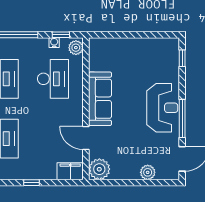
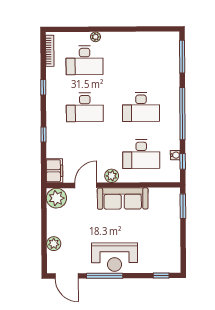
window: (109, 35) -> (183, 206), added
plant: (76, 48) -> (112, 176), moved

